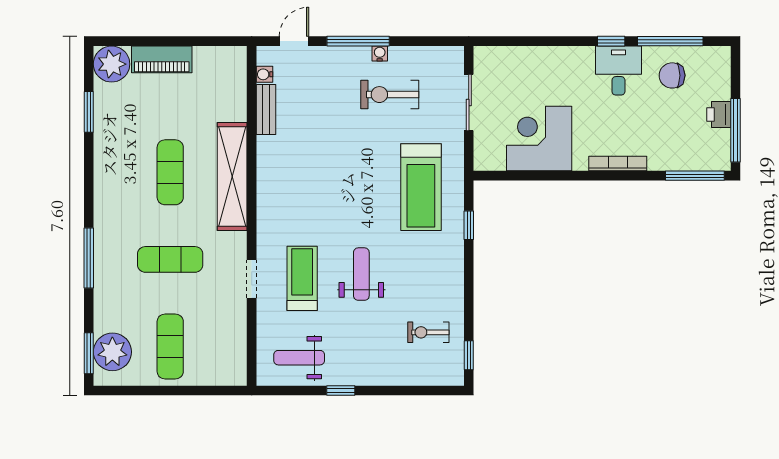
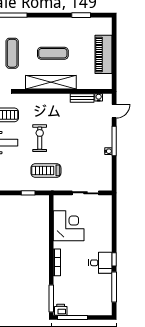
door: (294, 41) -> (114, 111), hinge flipped
piano: (162, 59) -> (104, 54), width x1.37, depth x1.33
plant: (112, 64) -> (103, 26), removed
chair: (672, 75) -> (98, 288), removed
exercise bike: (390, 95) -> (40, 138), moved
printer: (719, 115) -> (61, 310), moved
treadmill: (421, 187) -> (46, 170), width x0.73, depth x0.73

